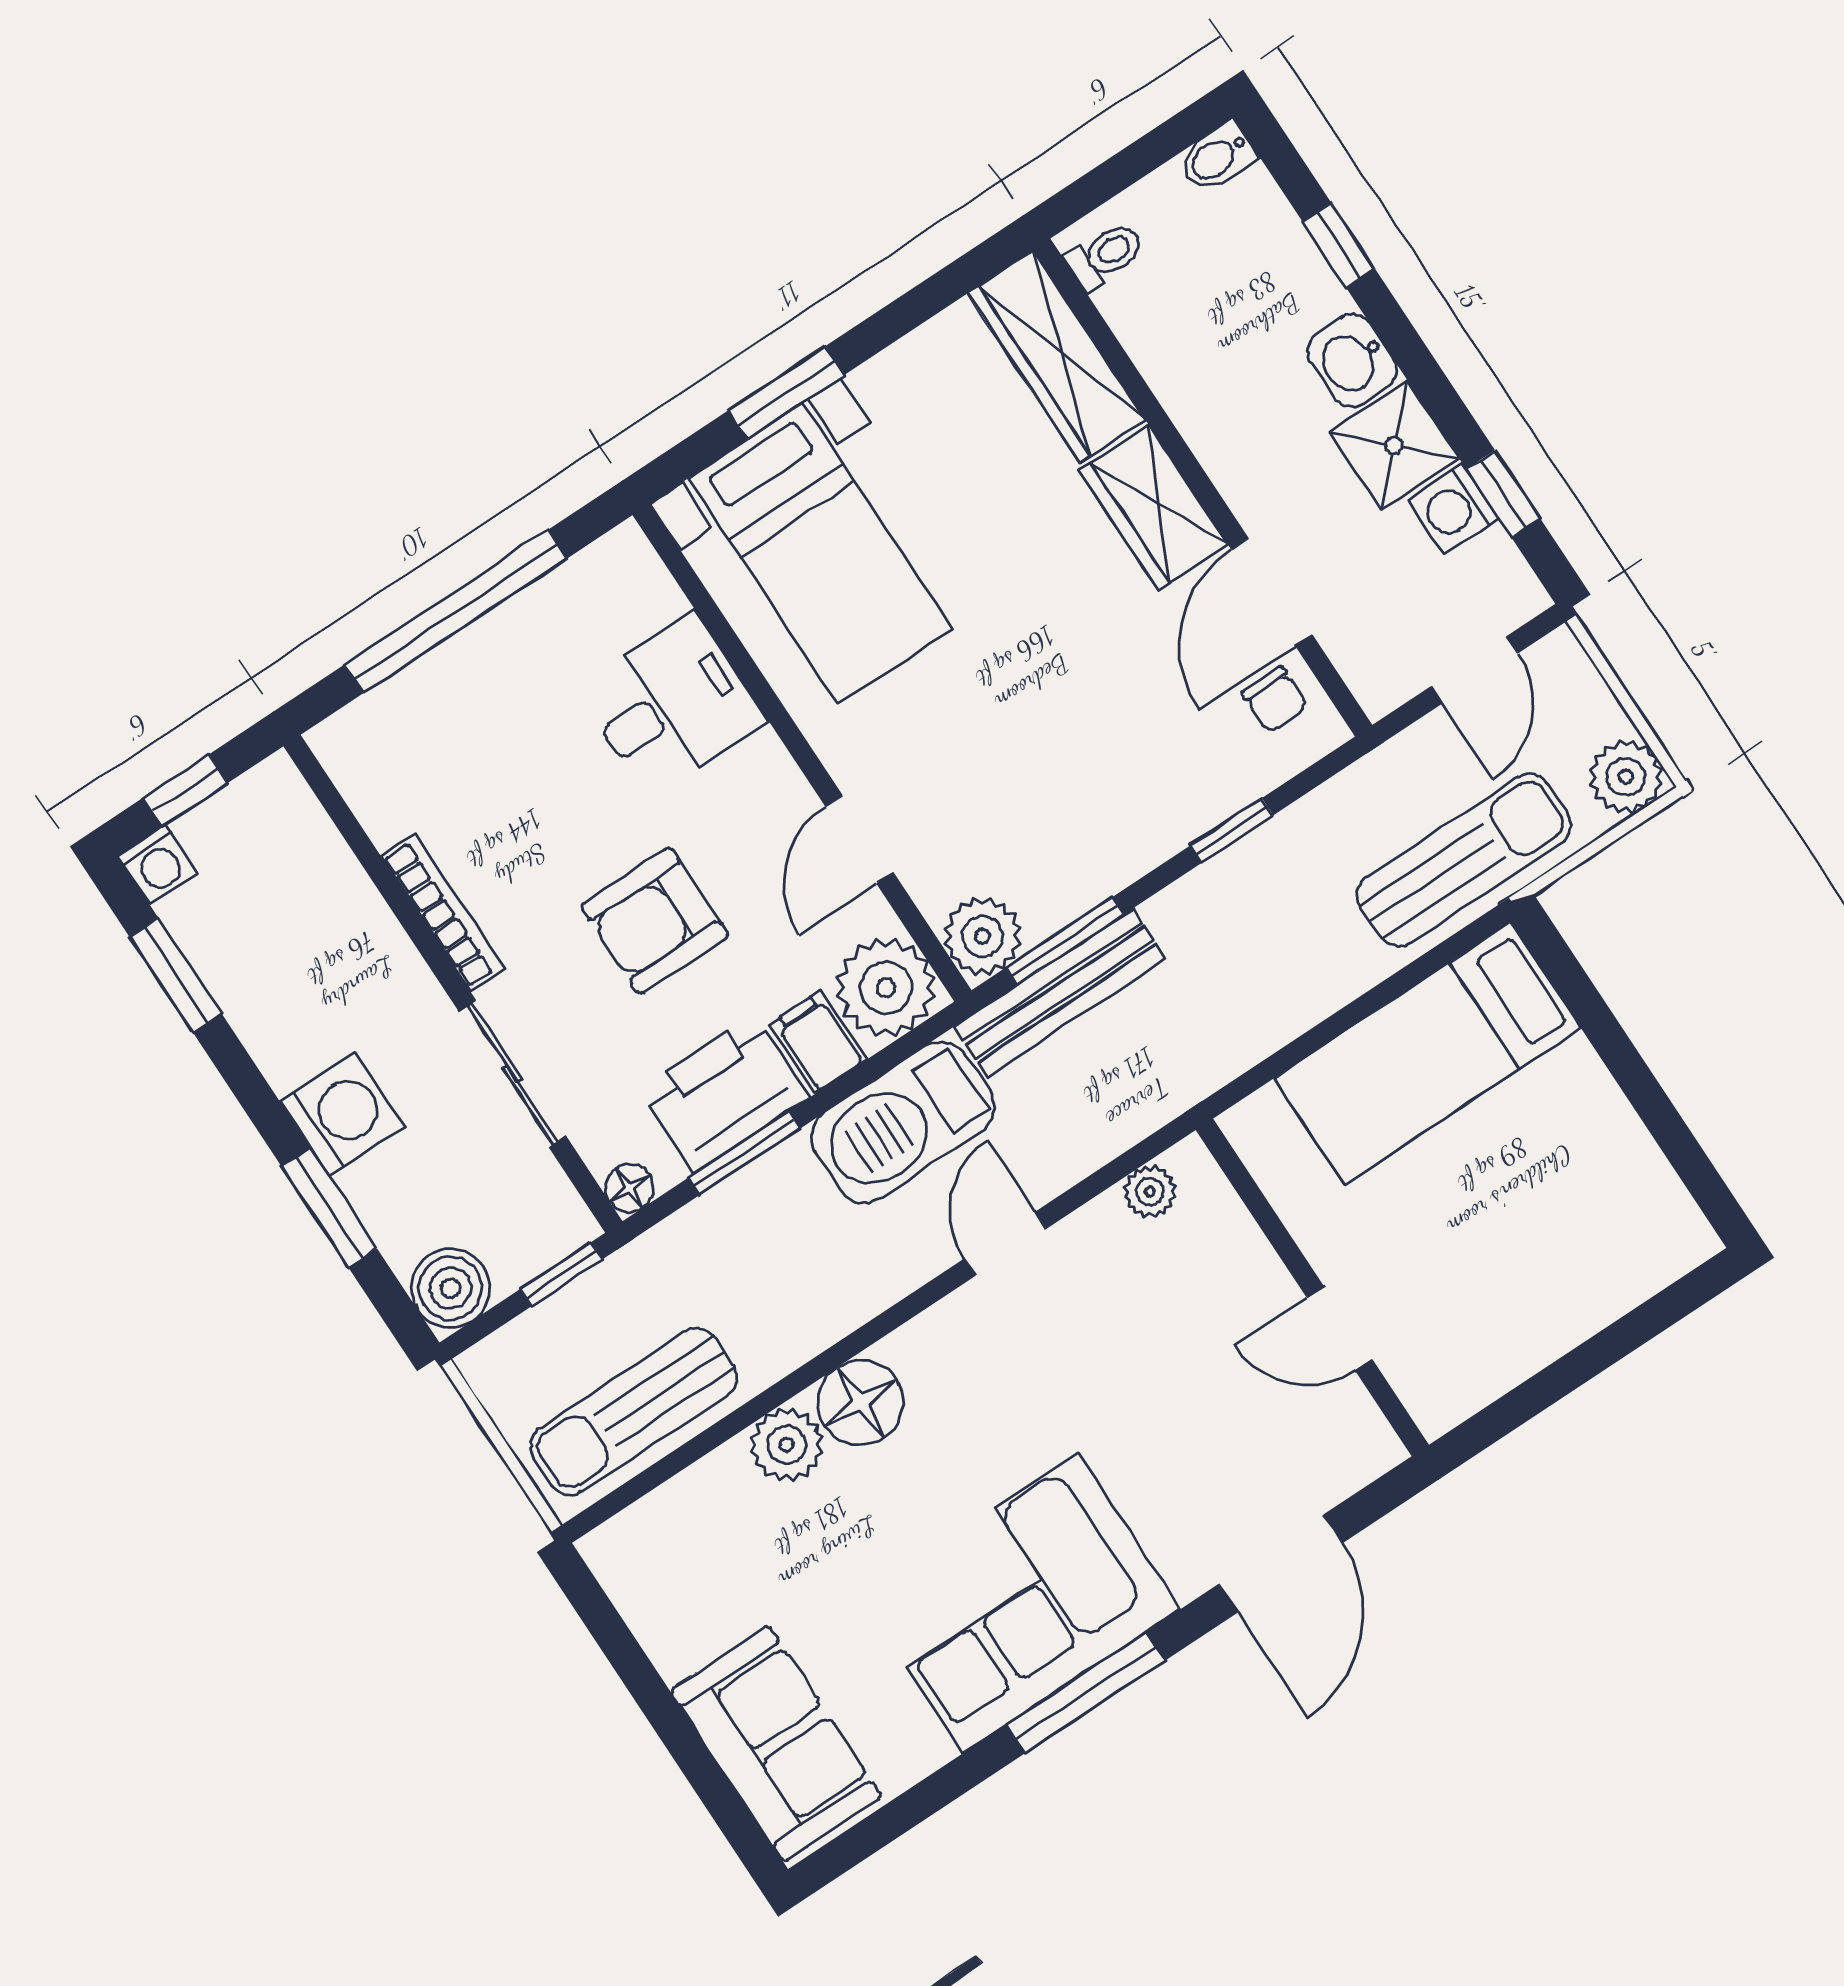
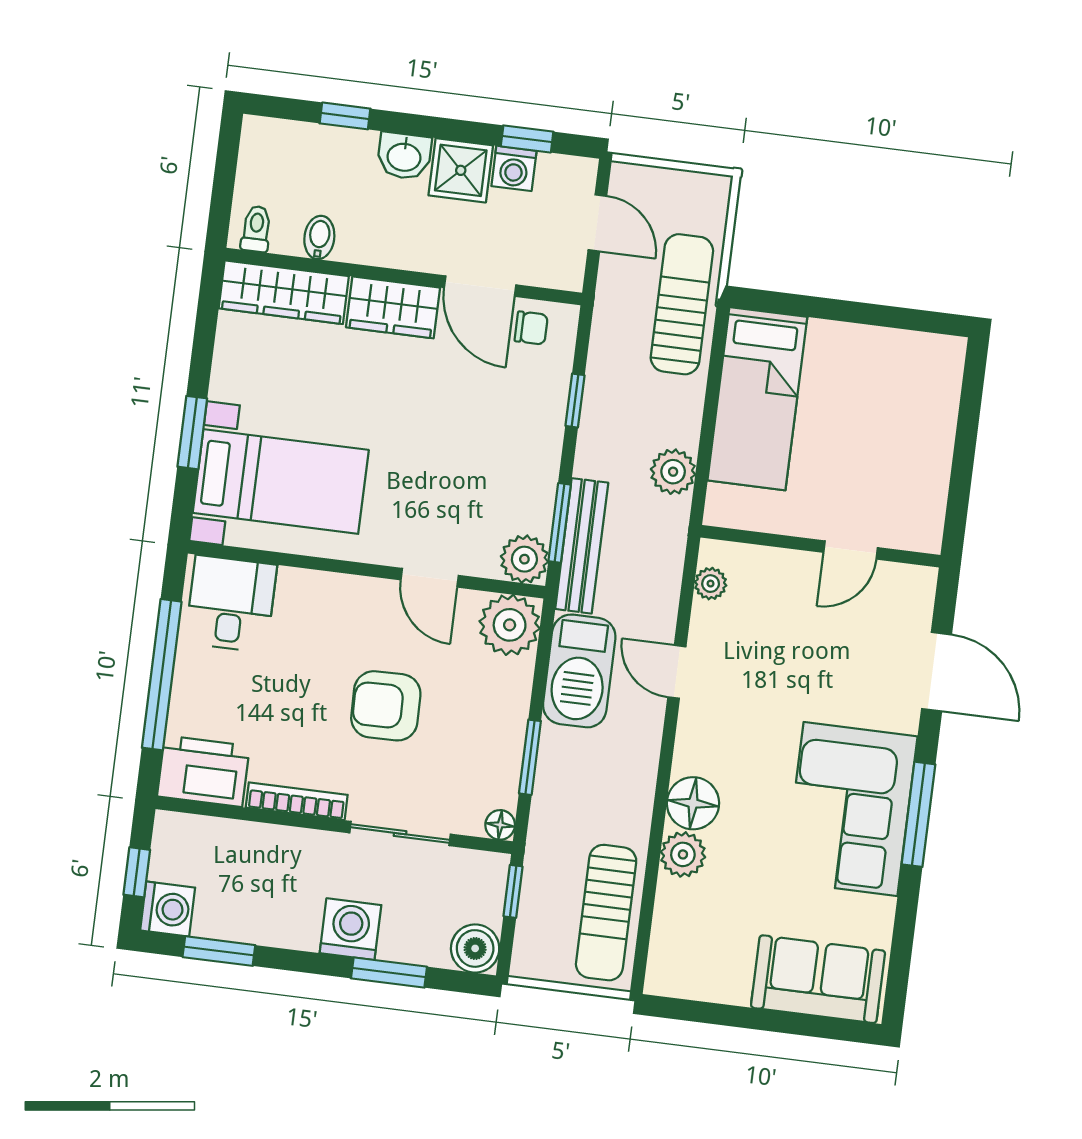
bidet: (1217, 157) -> (319, 237), moved, turned 180
desk: (671, 705) -> (231, 604), moved
plant: (1626, 777) -> (673, 472), moved
washing machine: (158, 864) -> (168, 909), width x1.38, depth x1.38
armchair: (655, 921) -> (386, 706), turned 89
filing cabinet: (818, 1042) -> (508, 678), removed
printer: (725, 1094) -> (203, 771), moved, turned 90

